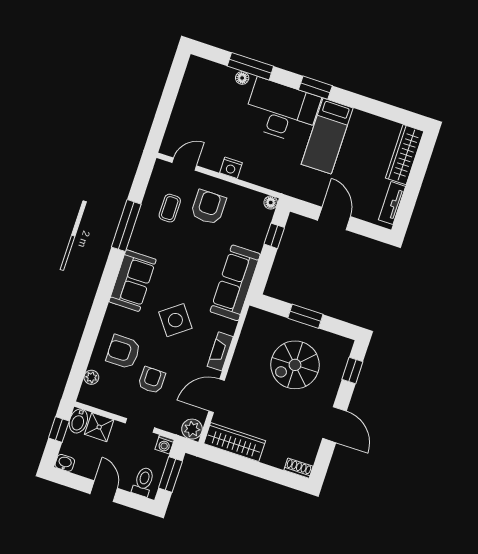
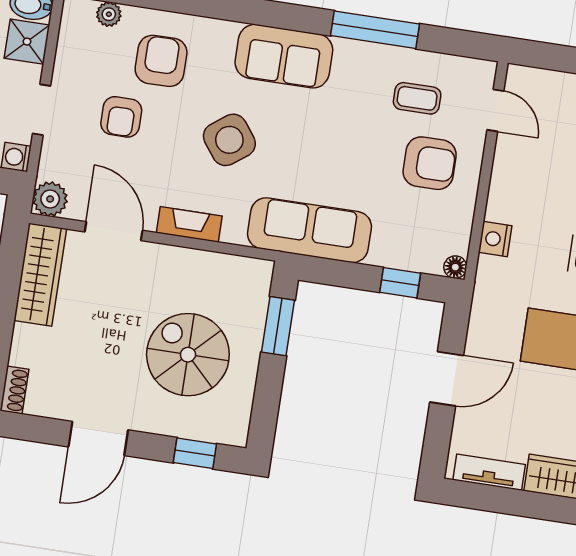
nightstand: (231, 168) -> (495, 239), moved
window: (305, 316) -> (278, 326), moved
armchair: (152, 380) -> (121, 117), turned 89

